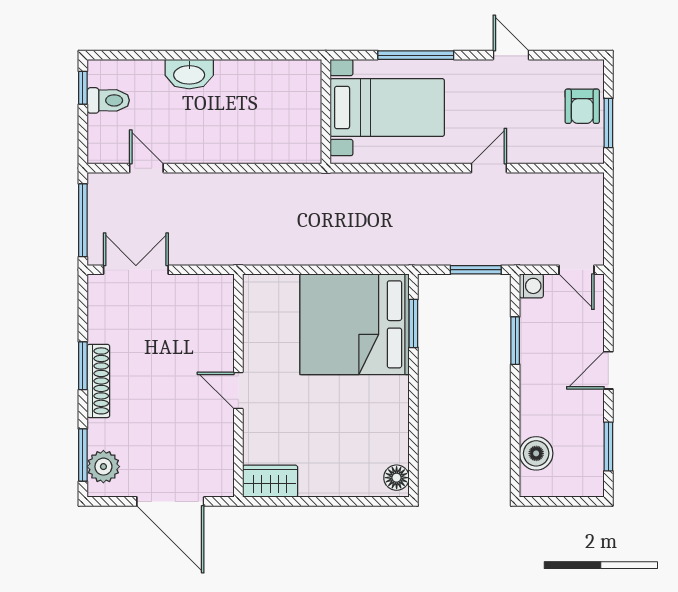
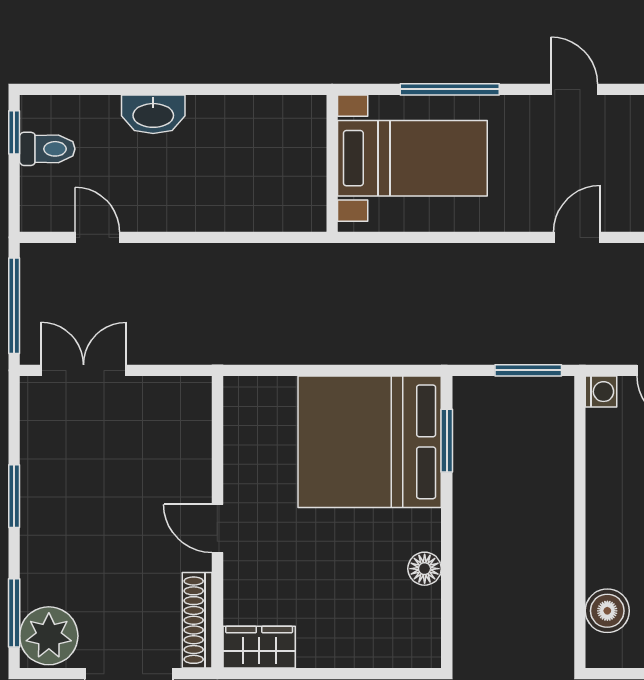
door: (489, 168) -> (577, 237), moved
window: (515, 341) -> (580, 463), removed
shoe rack: (98, 381) -> (197, 620), moved, turned 180
plant: (103, 467) -> (49, 636), width x1.36, depth x1.36
floor lamp: (397, 478) -> (425, 569), moved

